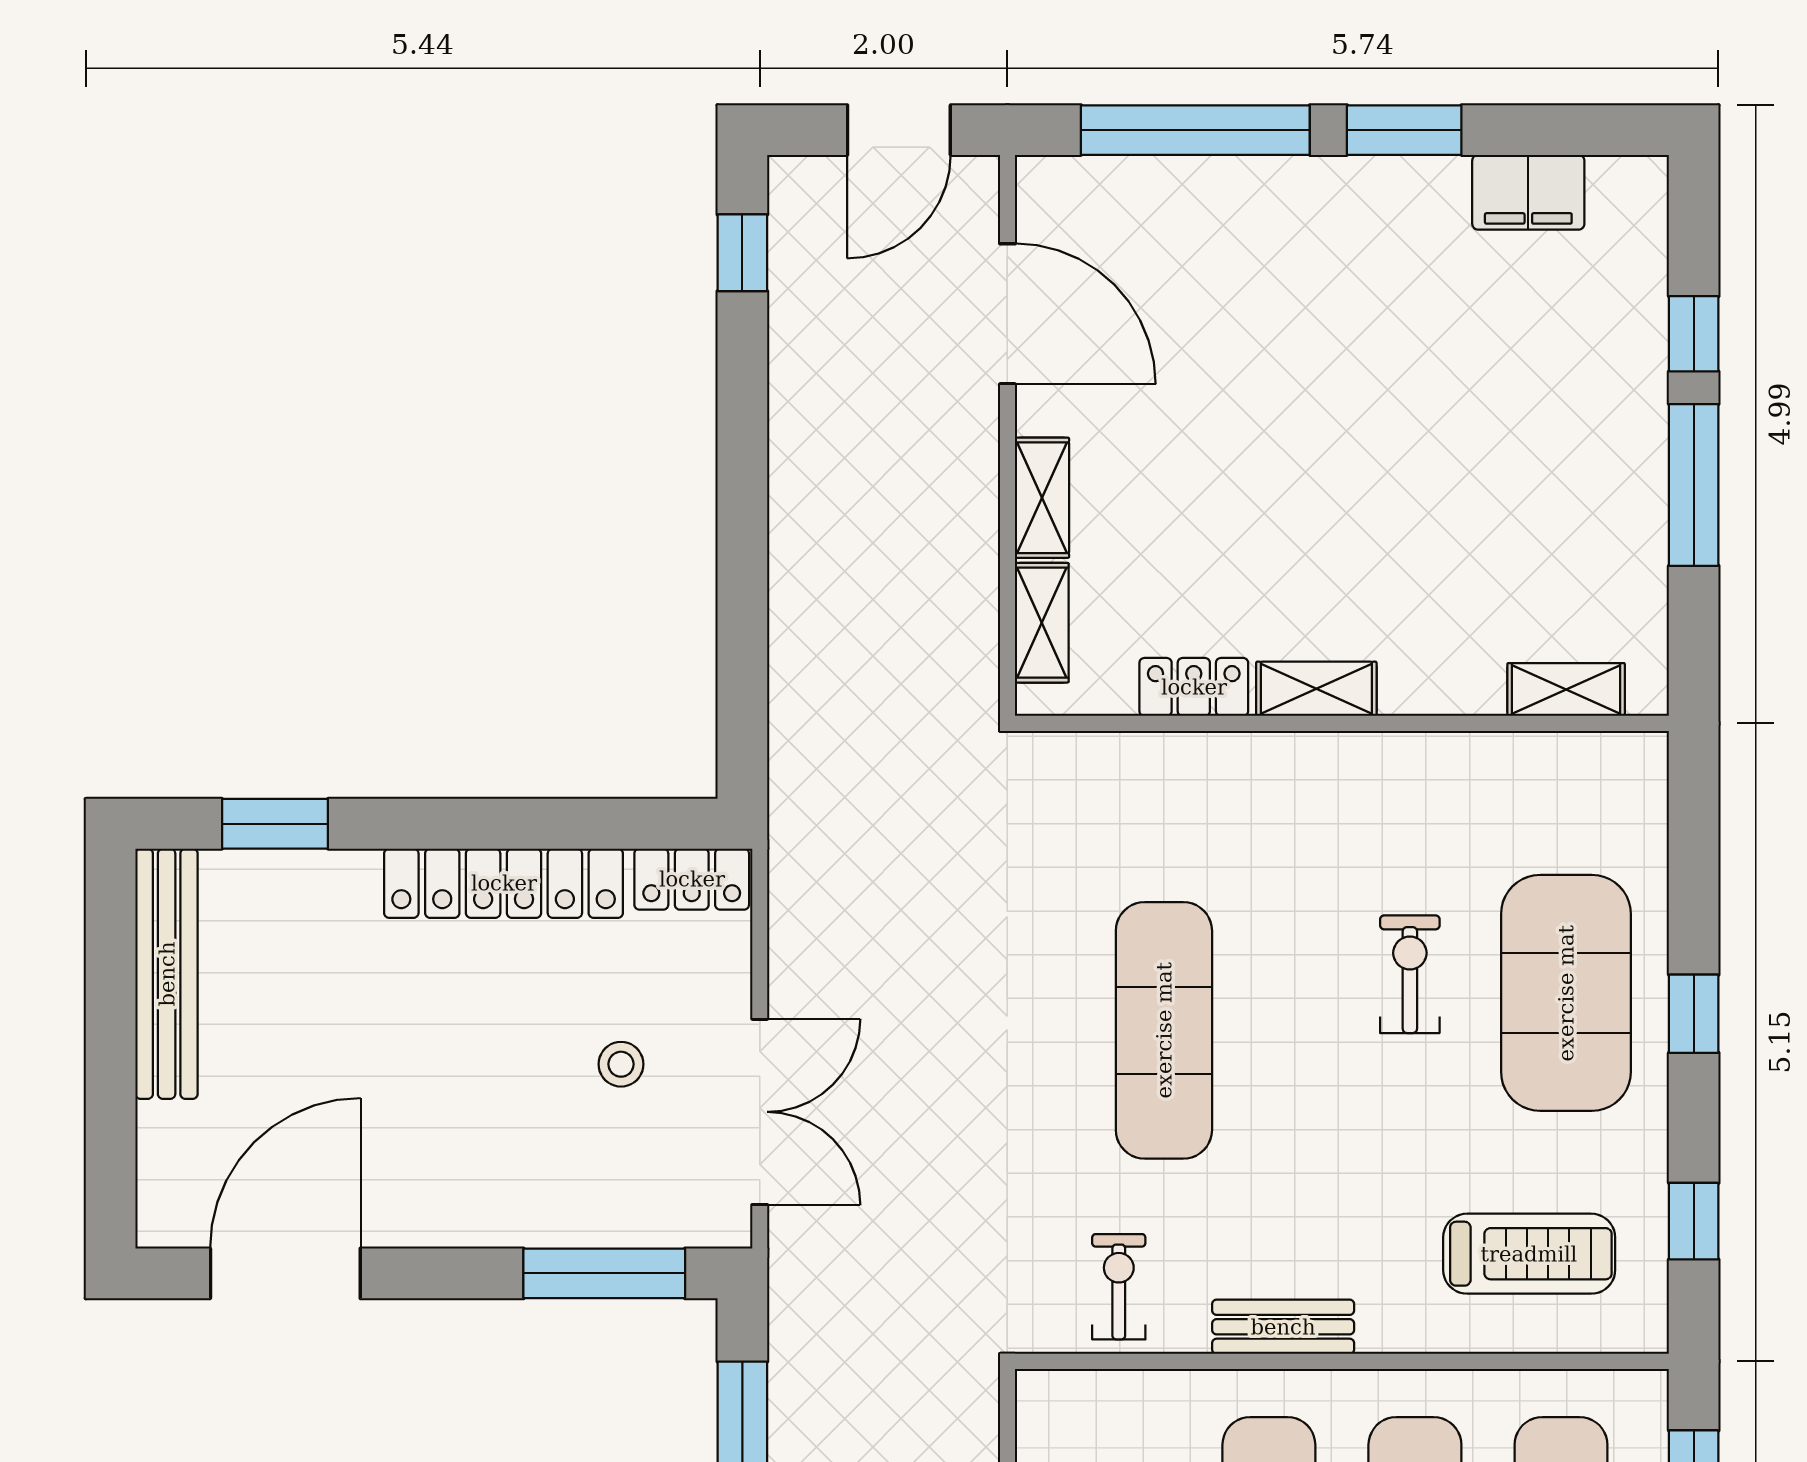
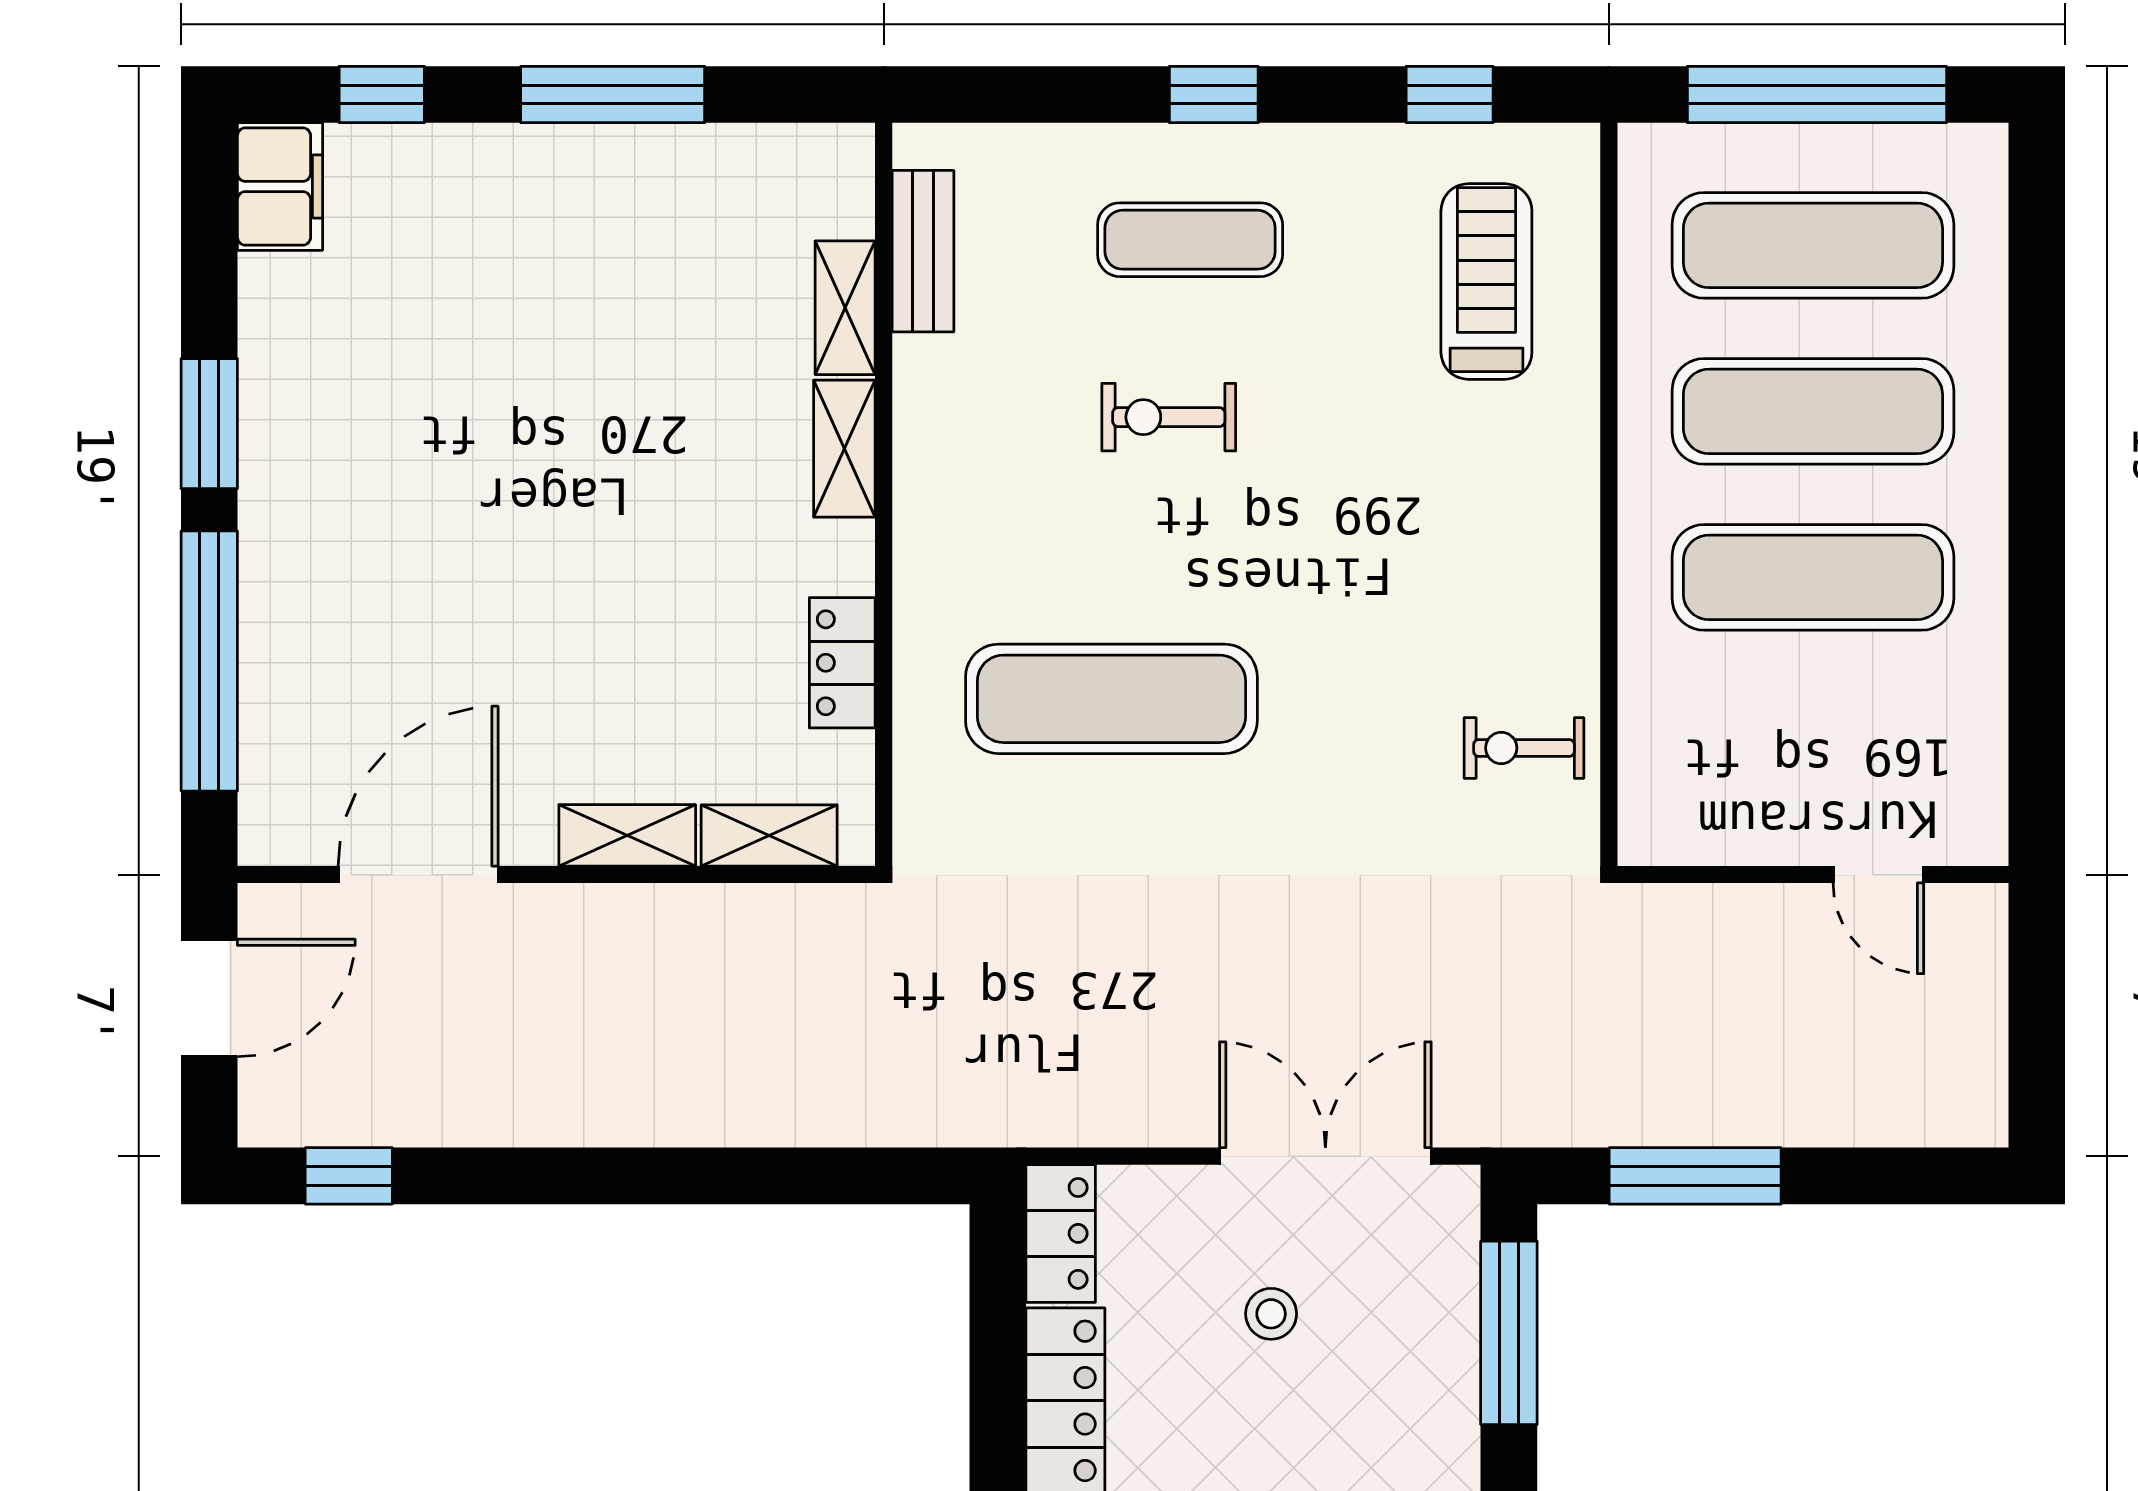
door: (899, 130) -> (209, 998), hinge flipped
filing cabinet: (1528, 192) -> (280, 186), moved
window: (1694, 334) -> (382, 95), moved
shelving: (1316, 689) -> (844, 449), moved
shelving: (1566, 690) -> (845, 308), moved
exercise mat: (1566, 993) -> (1190, 240), width x0.50, depth x0.69
exercise mat: (1164, 1030) -> (1111, 699), moved
bench: (1283, 1327) -> (923, 251), moved

